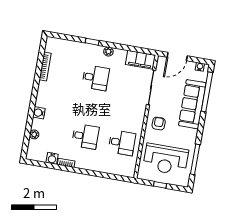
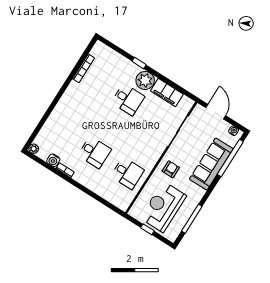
plant: (108, 51) -> (145, 80), width x1.87, depth x1.87
door: (177, 57) -> (216, 112), swing flipped
filing cabinet: (140, 60) -> (167, 93), moved
water cooler: (39, 113) -> (59, 111), removed
plant: (34, 134) -> (34, 149), moved
reception desk: (166, 159) -> (163, 207), turned 90

